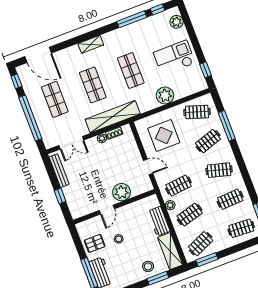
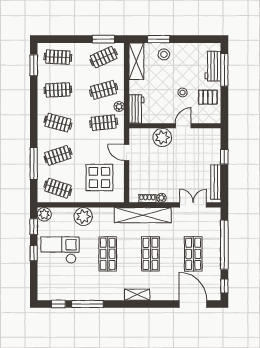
plant: (177, 22) -> (44, 214), moved
window: (197, 46) -> (34, 253), added
checkout: (174, 58) -> (60, 250), turned 180
workbench: (159, 221) -> (136, 109), moved

